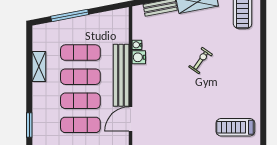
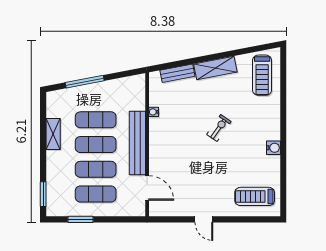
water cooler: (139, 57) -> (273, 148), moved, turned 180
door: (131, 119) -> (147, 188), swing flipped

